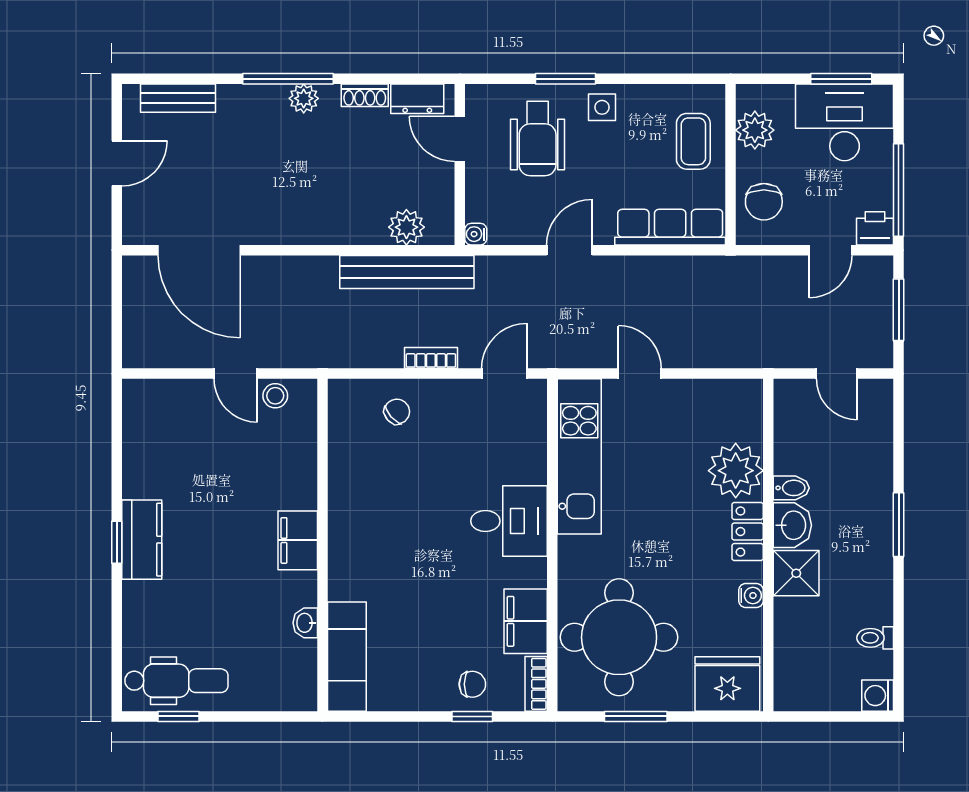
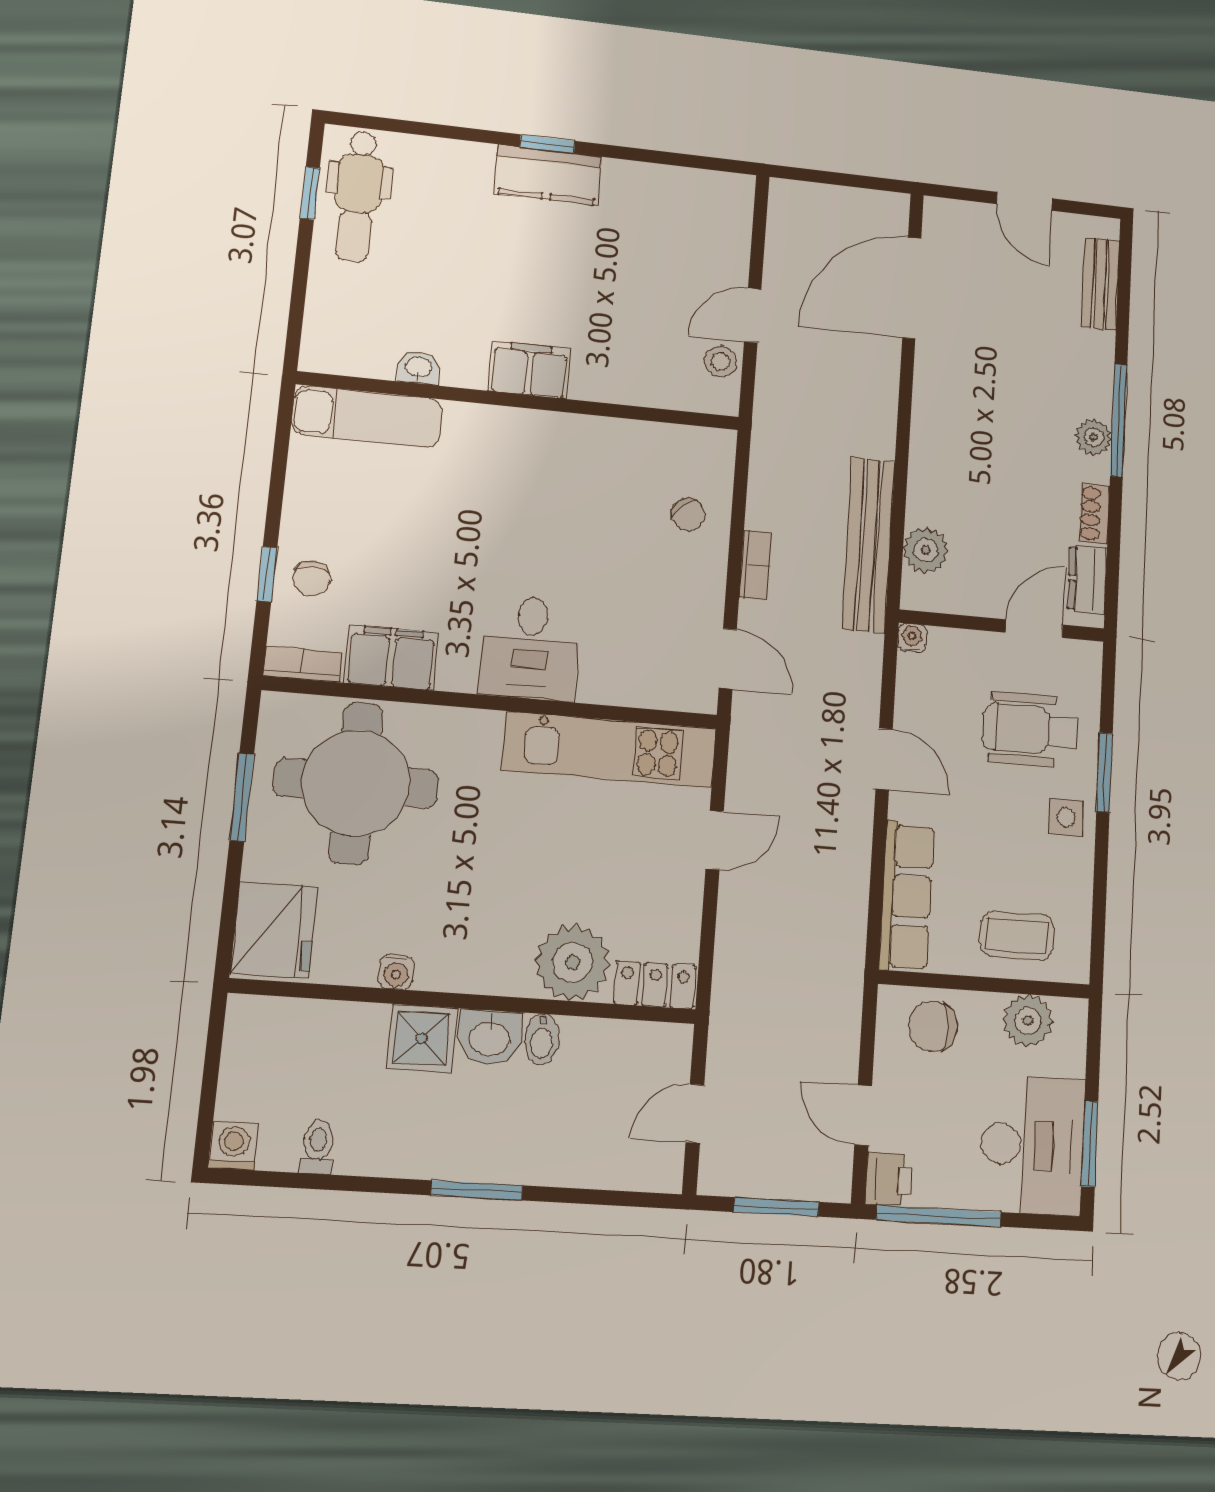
locker: (748, 532) -> (655, 985), moved

